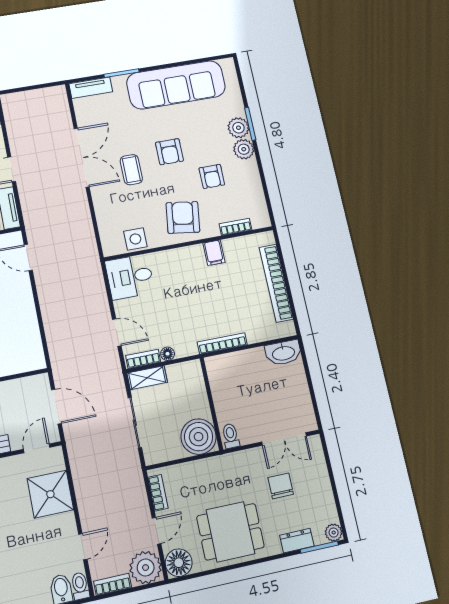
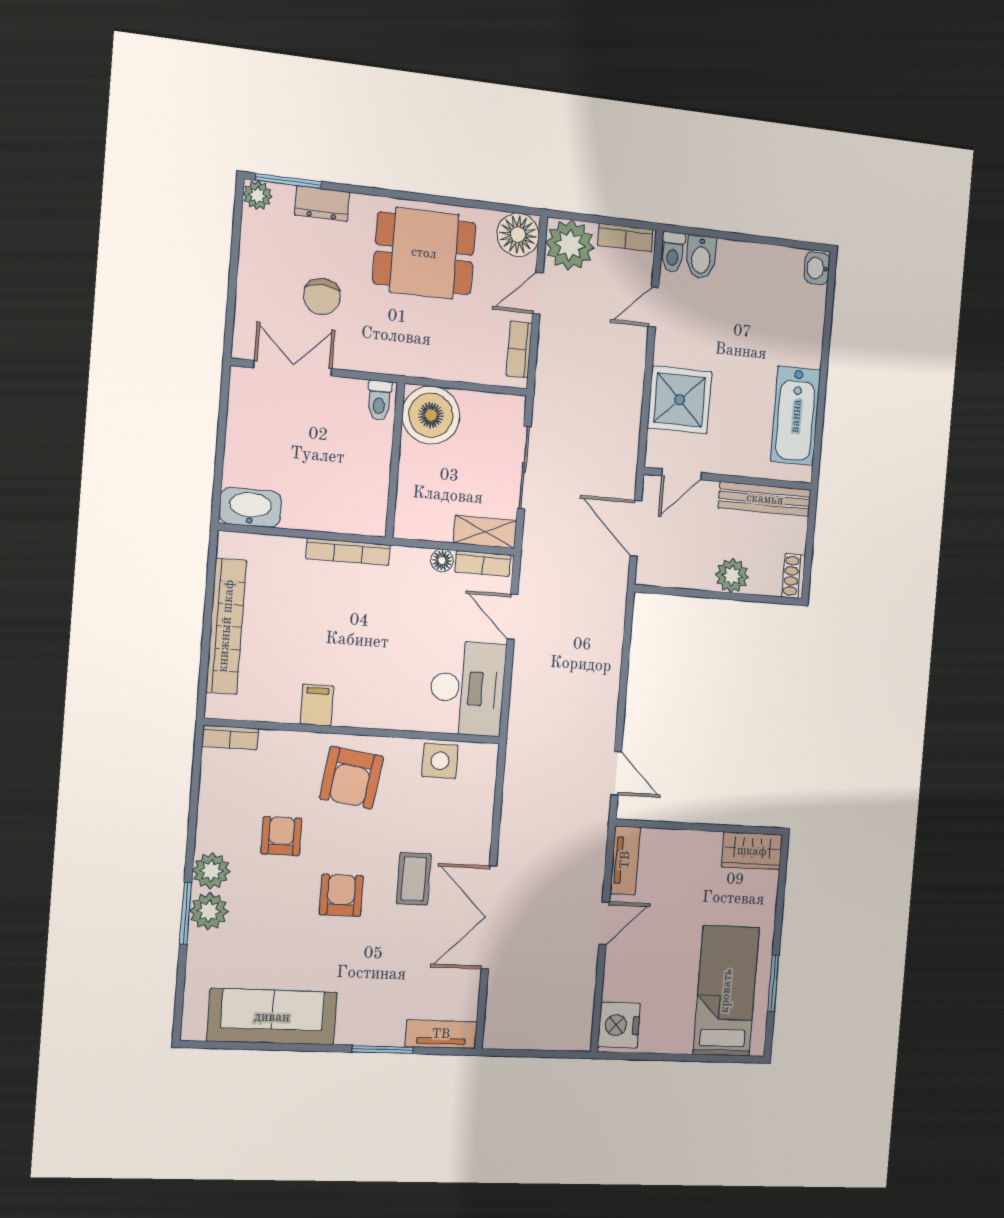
sofa: (176, 85) -> (272, 1017), width x0.74, depth x0.79
bookcase: (235, 227) -> (230, 737), moved
desk: (130, 277) -> (468, 688), width x1.37

